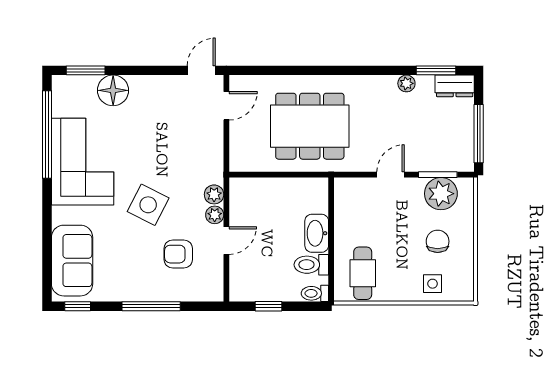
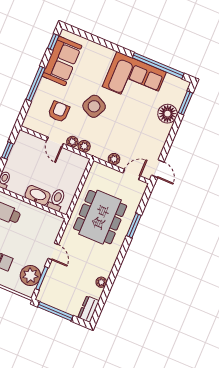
window: (436, 70) -> (134, 226), moved
door: (226, 106) -> (132, 174), swing flipped
plant: (214, 142) -> (114, 159), added
sofa: (72, 261) -> (62, 61), moved, turned -90
toilet: (311, 265) -> (57, 200), moved

